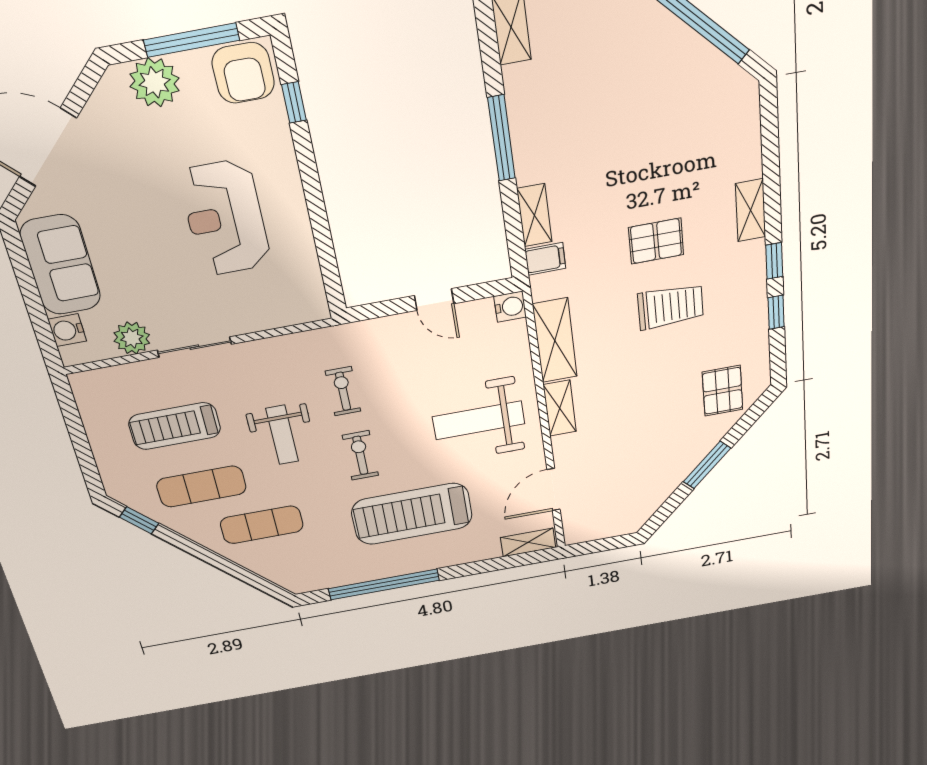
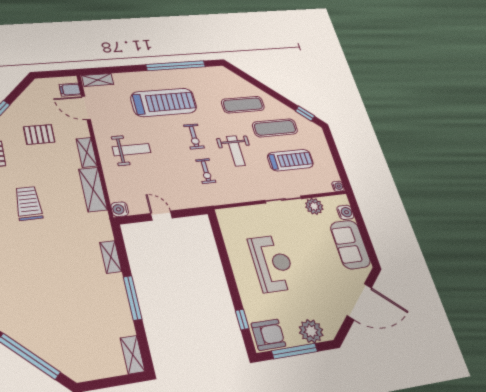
armchair: (243, 73) -> (268, 335), turned 90
pallet: (656, 241) -> (39, 134), moved
filing cabinet: (545, 259) -> (70, 90), moved
trolley: (670, 307) -> (28, 203), turned 90
water cooler: (80, 382) -> (338, 186), added
weight bench: (479, 420) -> (132, 150), width x0.73, depth x0.75
weight bench: (282, 435) -> (236, 151), turned 180
door: (554, 490) -> (86, 108), swing flipped

